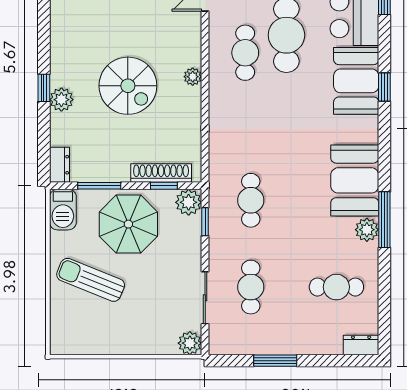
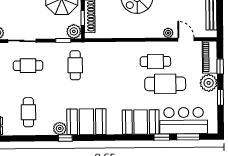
plant: (193, 77) -> (168, 33), moved
window: (384, 87) -> (162, 137), moved
cafe table: (251, 200) -> (75, 65), turned 90
window: (384, 220) -> (65, 138), width x0.46

